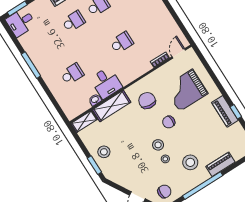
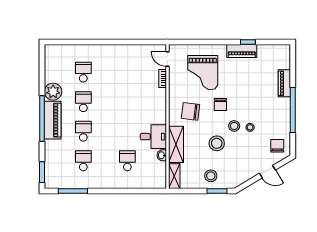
desk: (21, 22) -> (56, 176), removed
school desk: (122, 43) -> (83, 161), moved
window: (31, 65) -> (73, 191), moved
stool: (190, 162) -> (217, 143), moved

